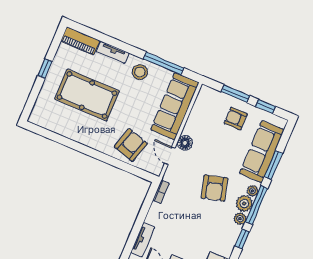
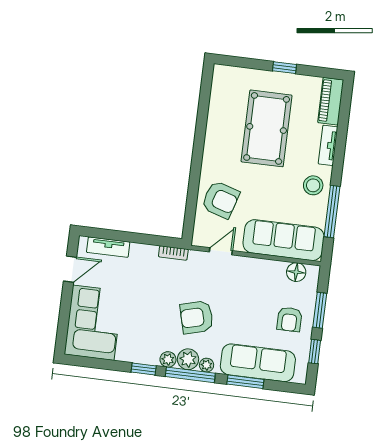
armchair: (236, 119) -> (289, 319), turned 180
floor lamp: (185, 143) -> (296, 272), moved

